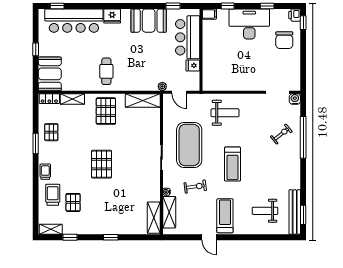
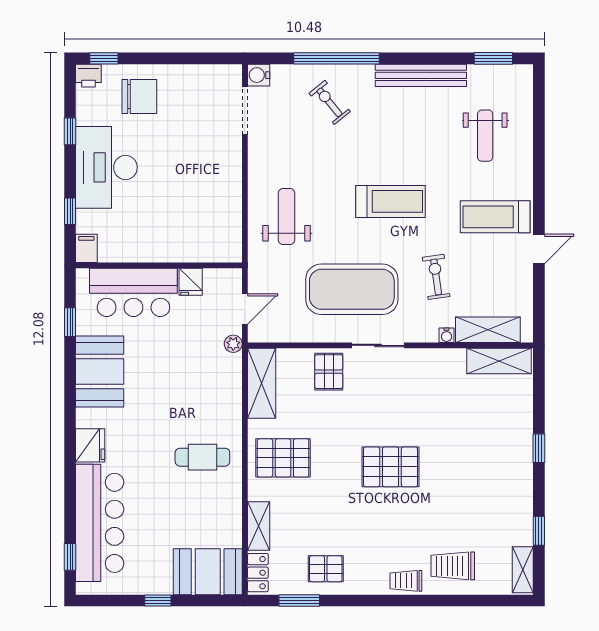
window: (36, 144) -> (299, 600), moved
pallet: (73, 202) -> (329, 372), moved, turned 90
bench: (295, 212) -> (421, 75), moved

